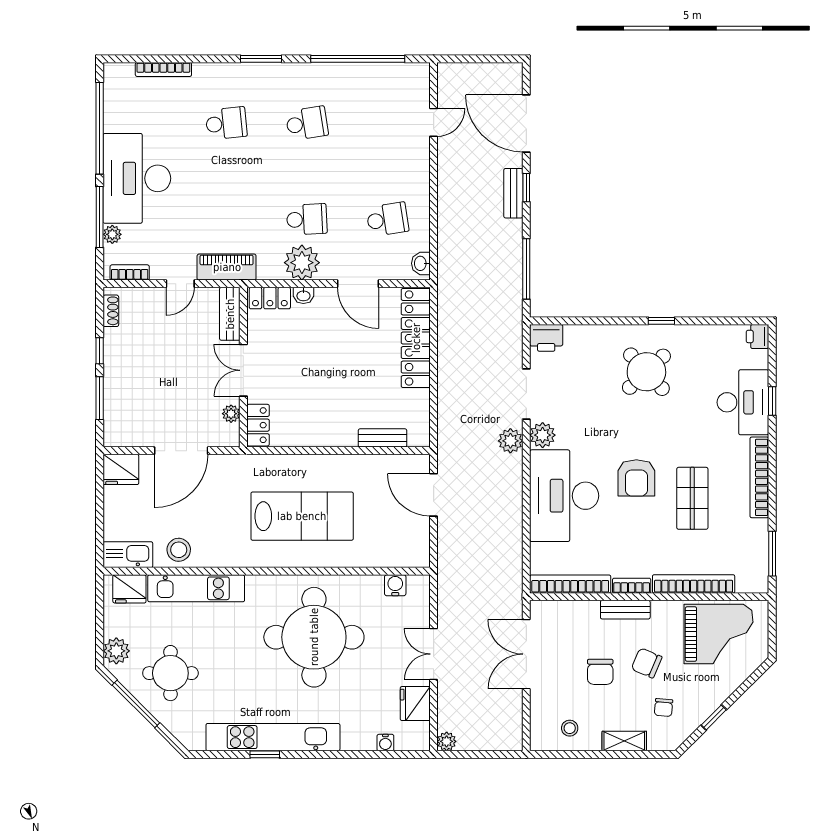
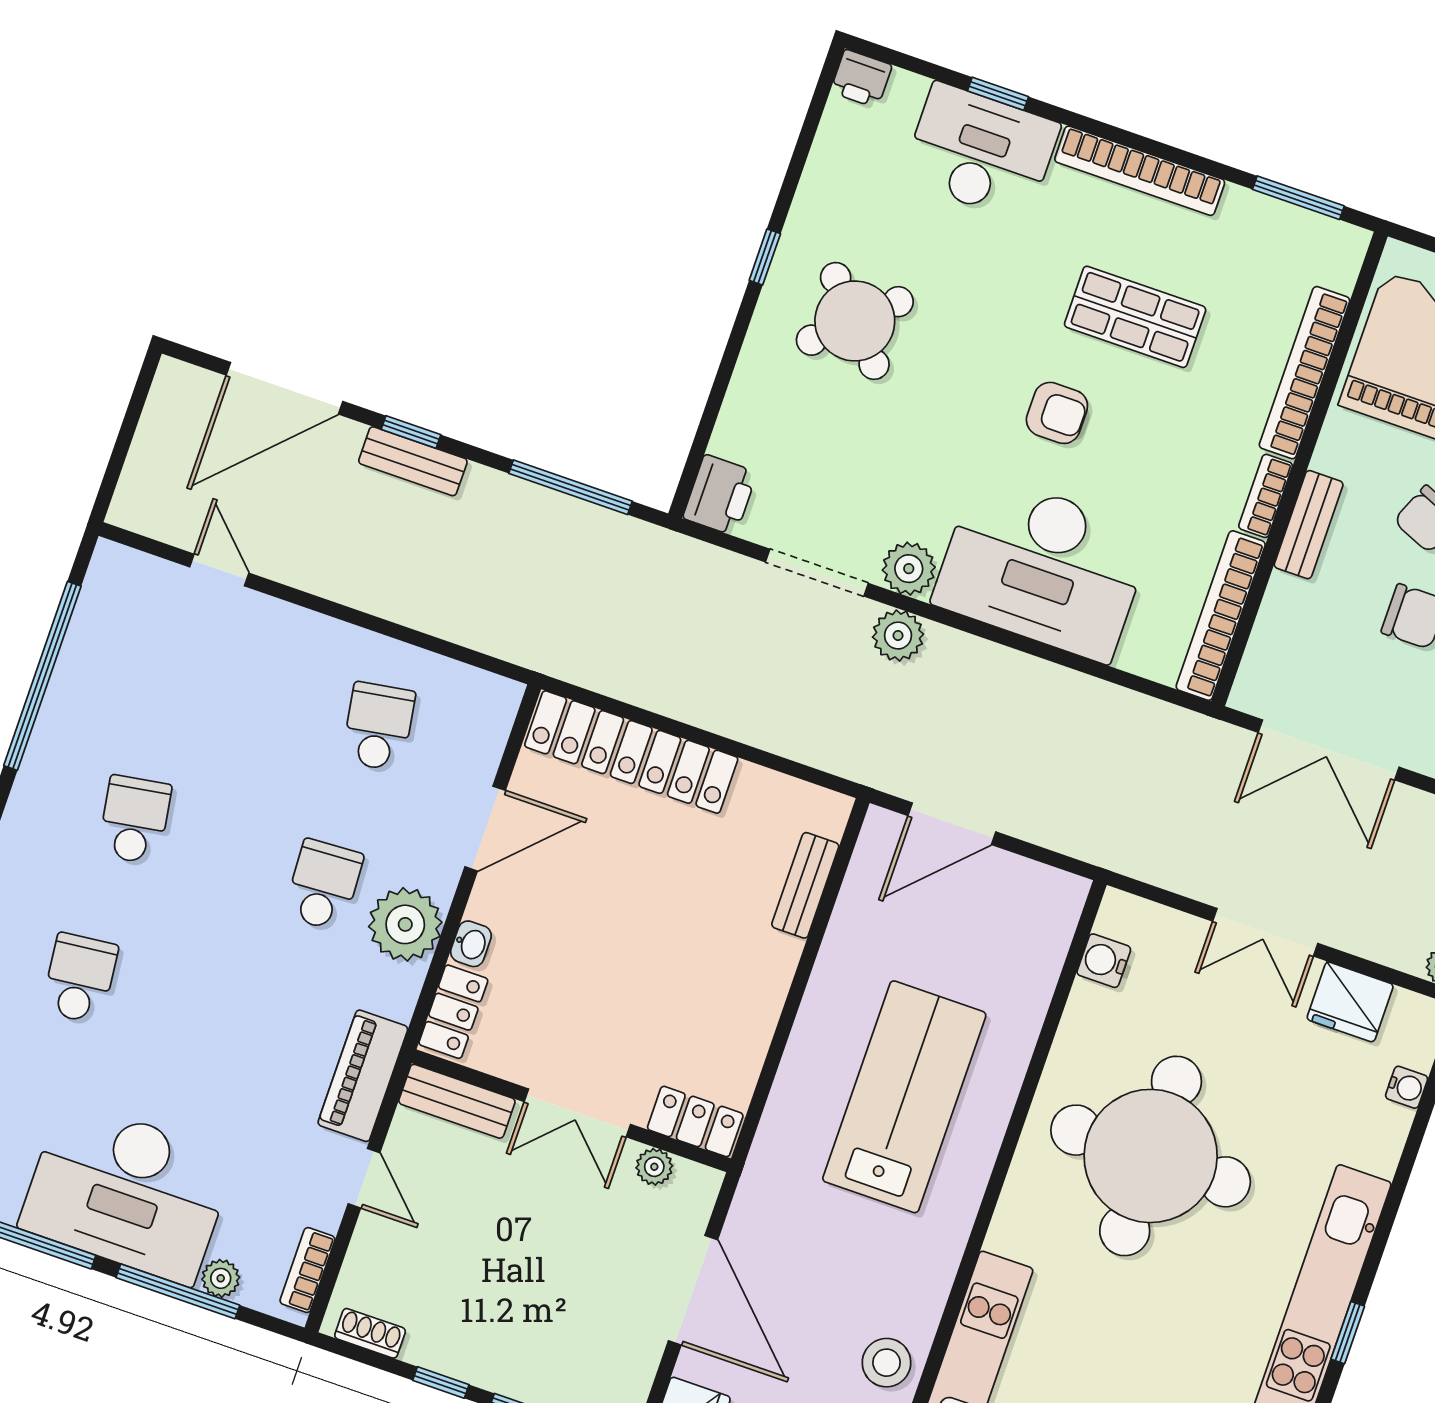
washbasin: (421, 263) -> (488, 691), removed
armchair: (636, 478) -> (1057, 413), width x0.72, depth x0.72

